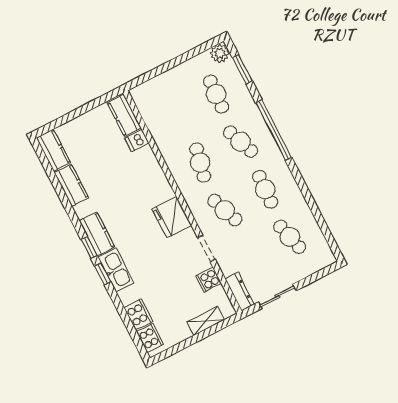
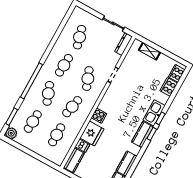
cafe table: (176, 115) -> (57, 135), added
fridge: (172, 217) -> (92, 133), moved
cooker: (209, 280) -> (99, 116), moved

